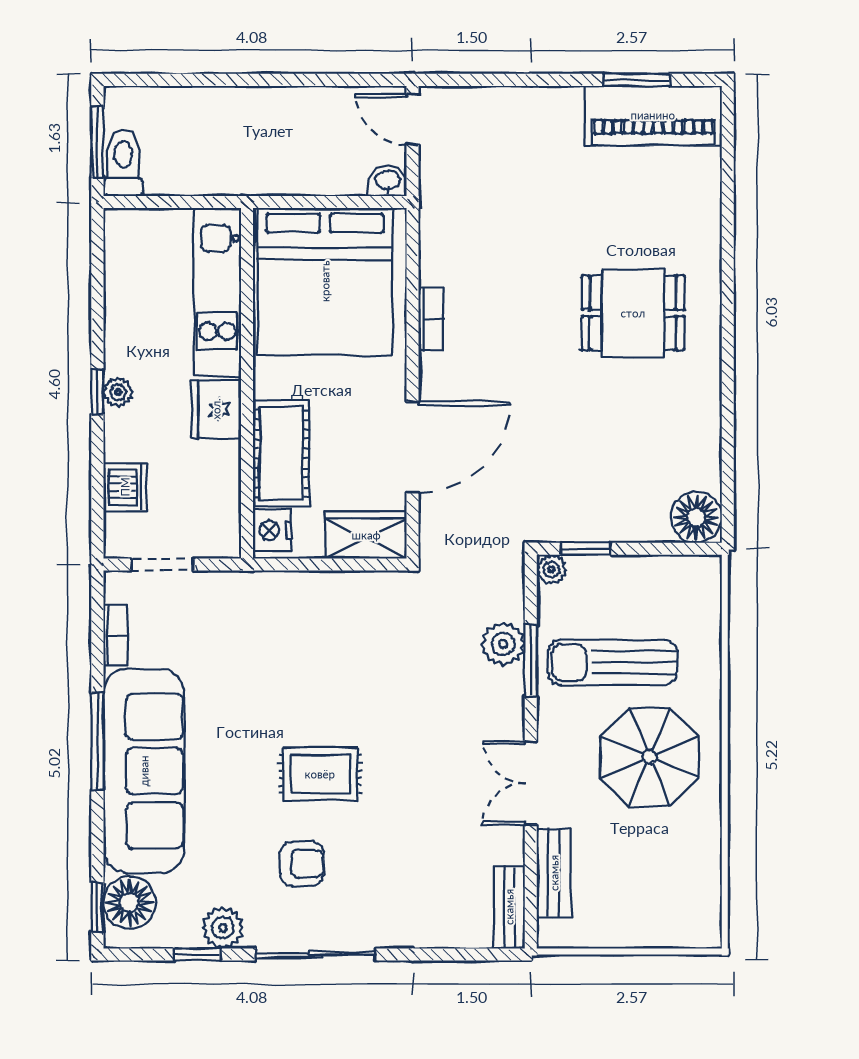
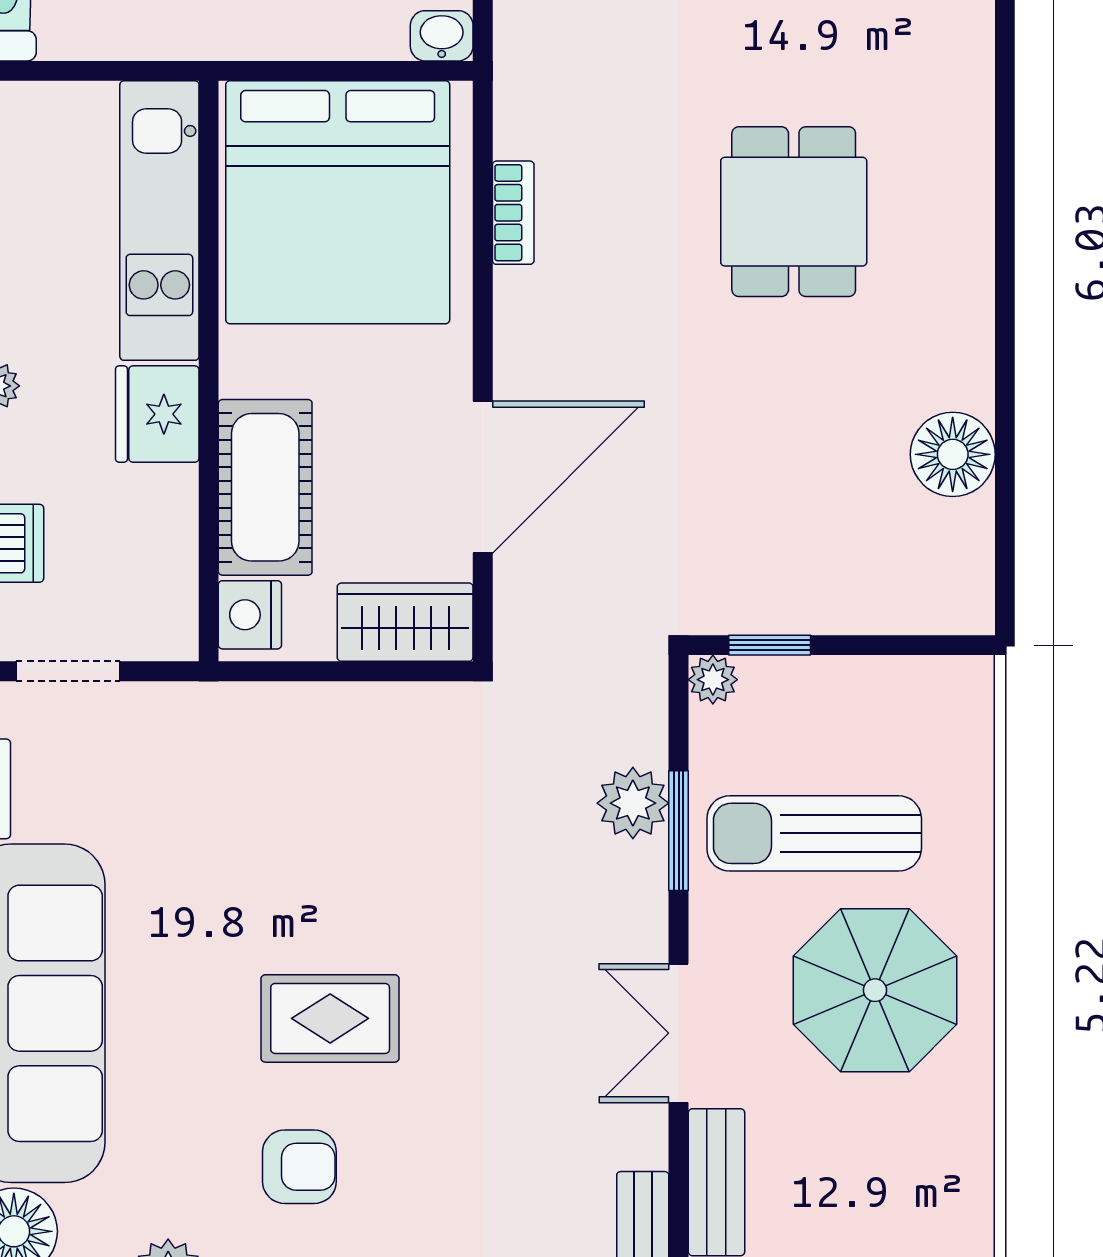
dining table: (633, 313) -> (794, 212), moved, turned 90
bookcase: (431, 320) -> (513, 213), moved
floor lamp: (696, 517) -> (953, 454), moved

